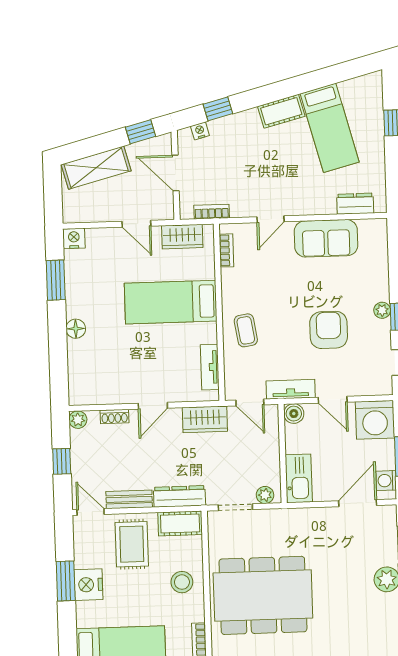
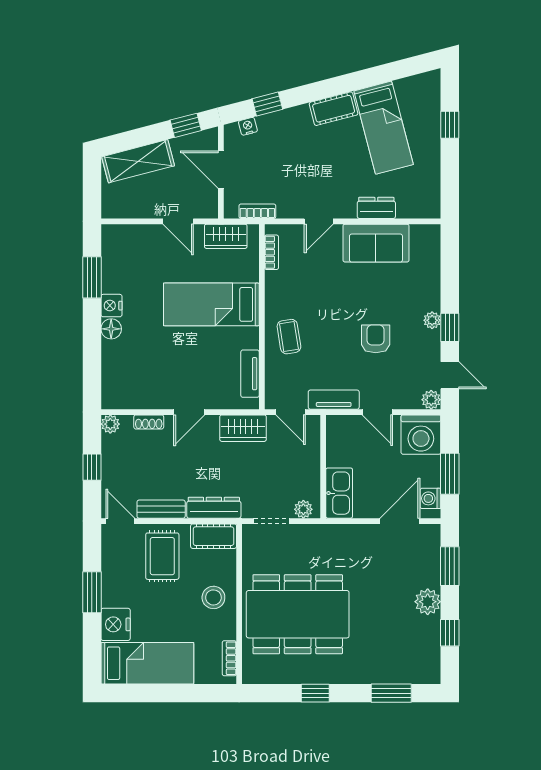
dresser: (355, 204) -> (376, 208), moved
nightstand: (74, 238) -> (111, 306), moved, turned -90
armchair: (329, 330) -> (376, 339), width x0.72, depth x0.72
plant: (384, 386) -> (431, 400), added
boiler: (294, 414) -> (336, 425), removed
nightstand: (88, 585) -> (116, 624), moved

